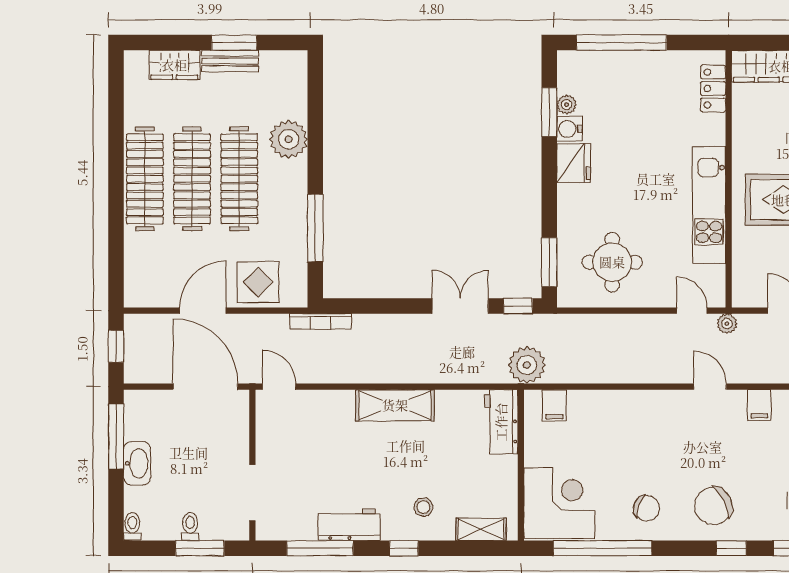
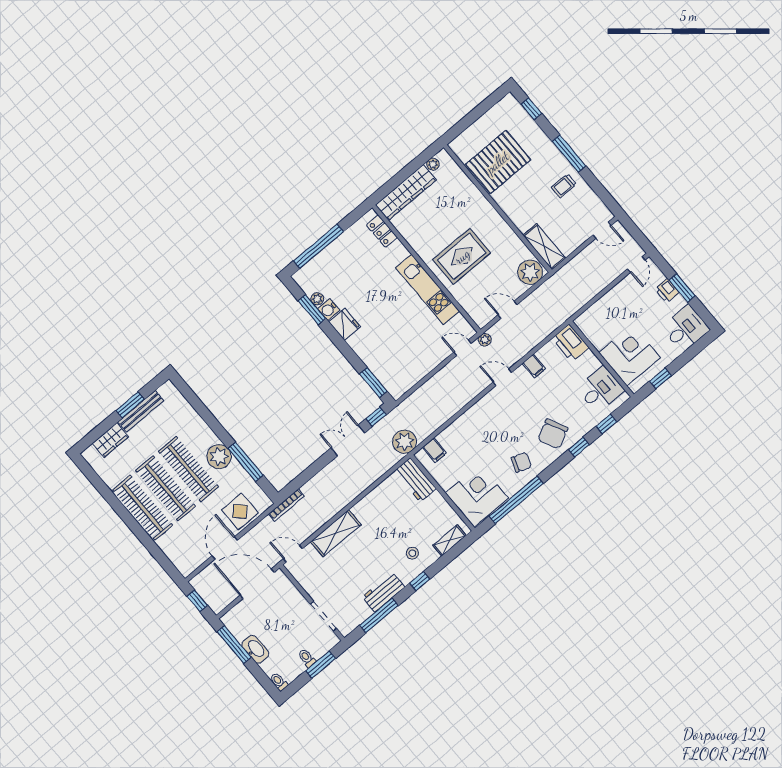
bench: (230, 61) -> (141, 411), width x1.36
plant: (289, 139) -> (219, 457), moved
round table: (612, 262) -> (404, 357), removed
shelving: (395, 405) -> (336, 533), moved

